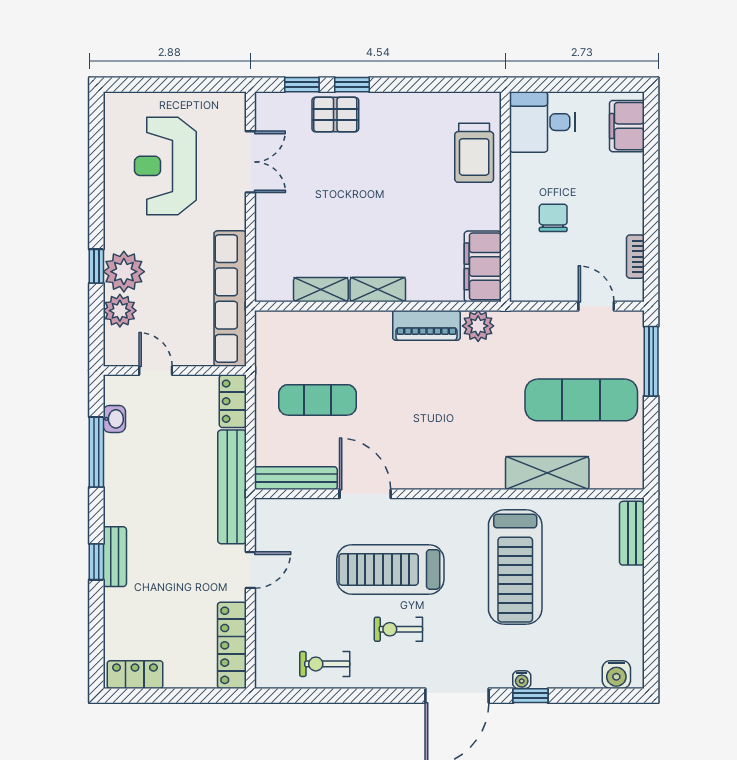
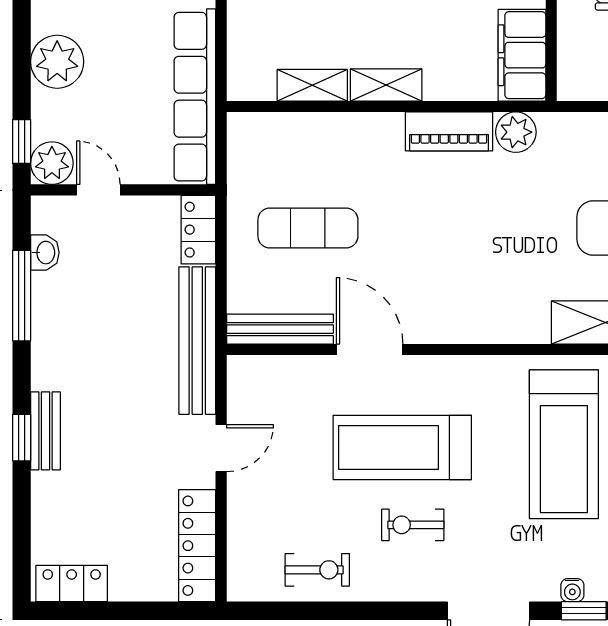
window: (96, 266) -> (22, 142), moved
plant: (120, 311) -> (52, 163), moved
exercise bike: (325, 664) -> (317, 570), turned 180

